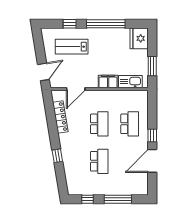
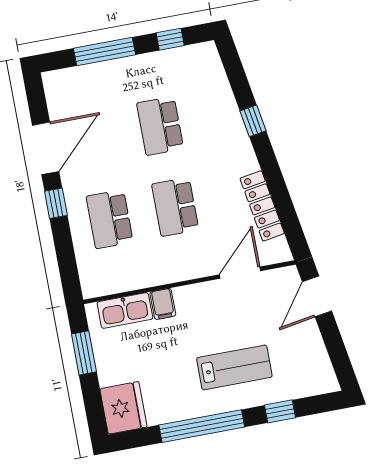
lab bench: (72, 47) -> (234, 367), moved
filing cabinet: (108, 81) -> (163, 304), width x0.50

